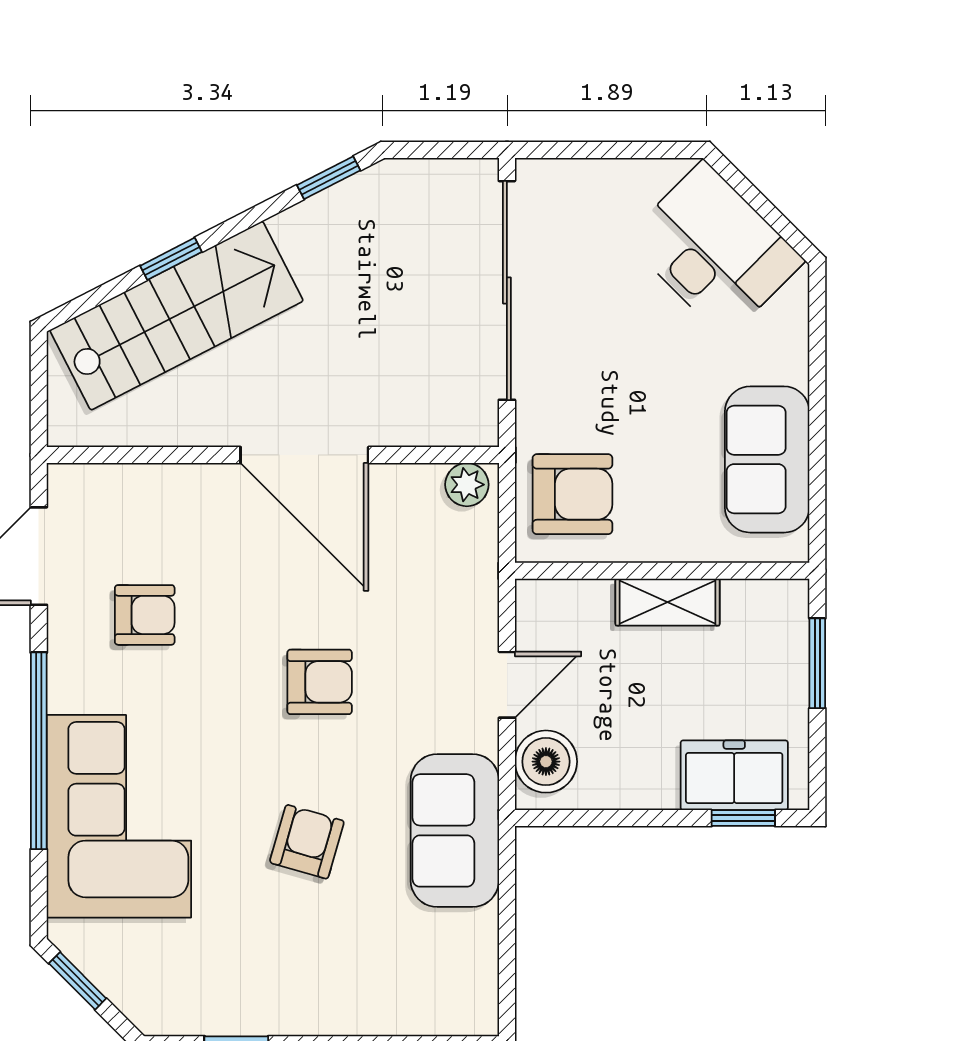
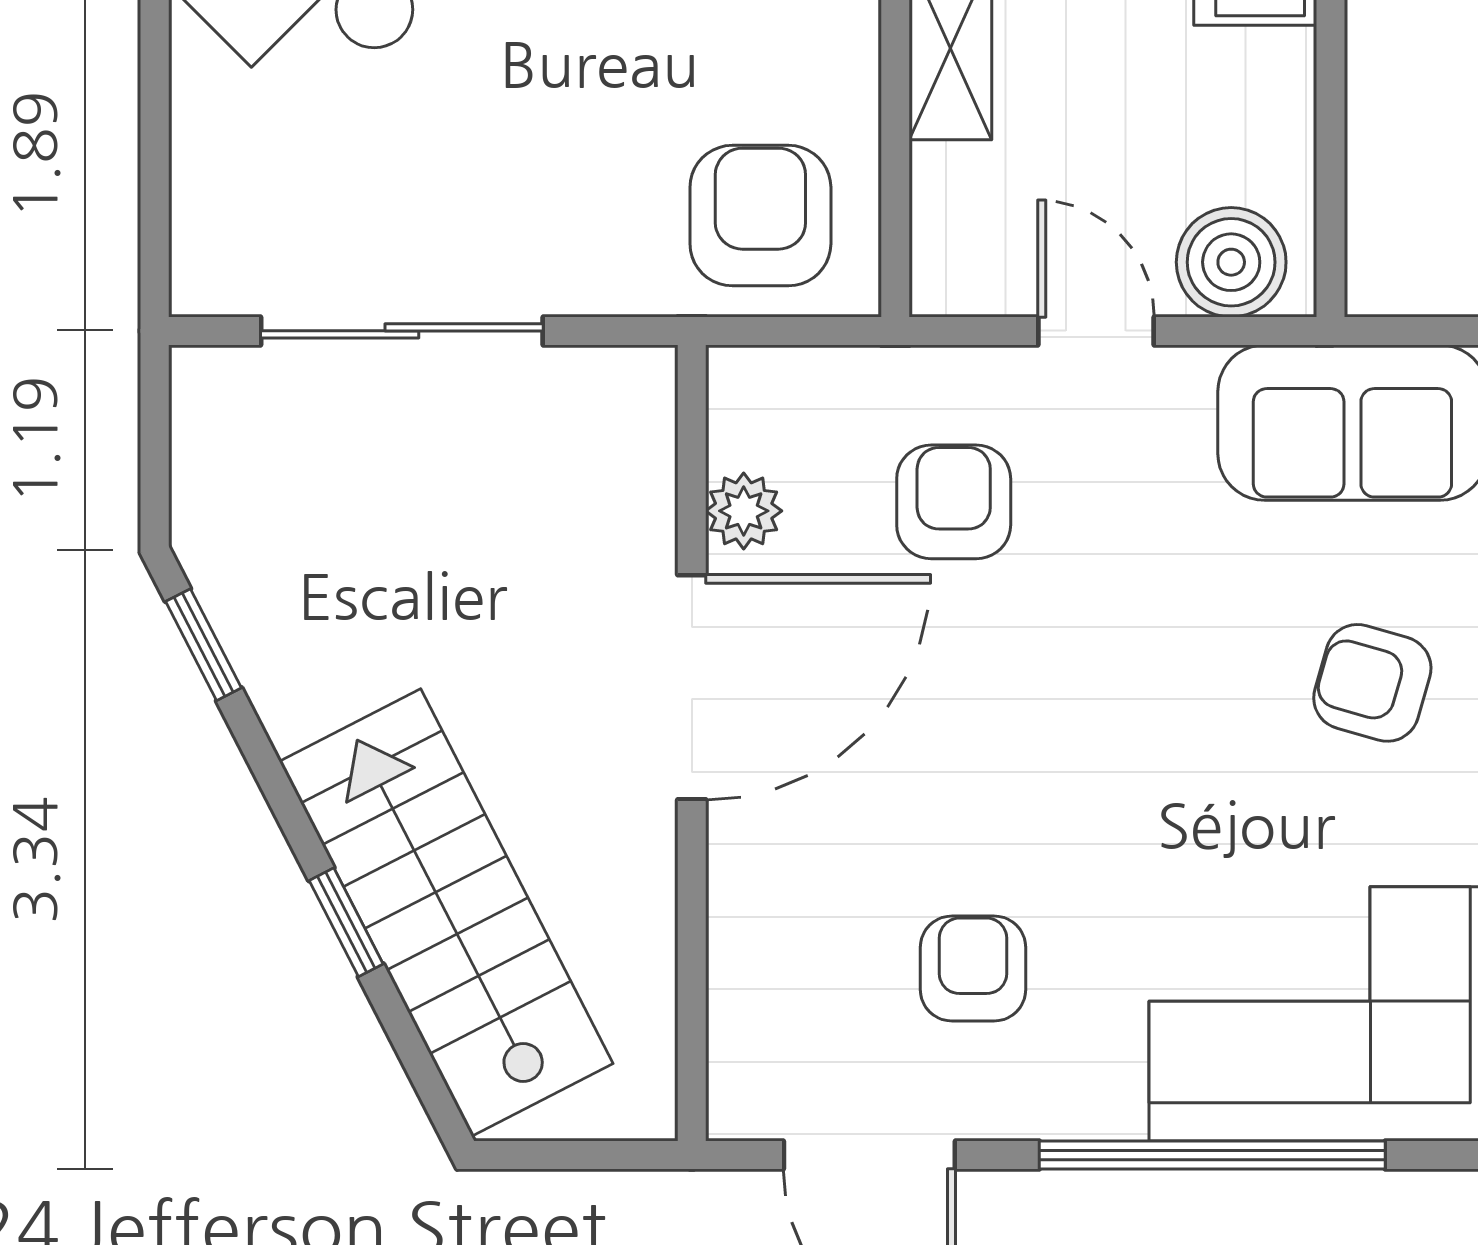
sliding door: (507, 290) -> (402, 331), width x0.73
plant: (467, 485) -> (744, 511), moved
armchair: (320, 682) -> (954, 502), moved

